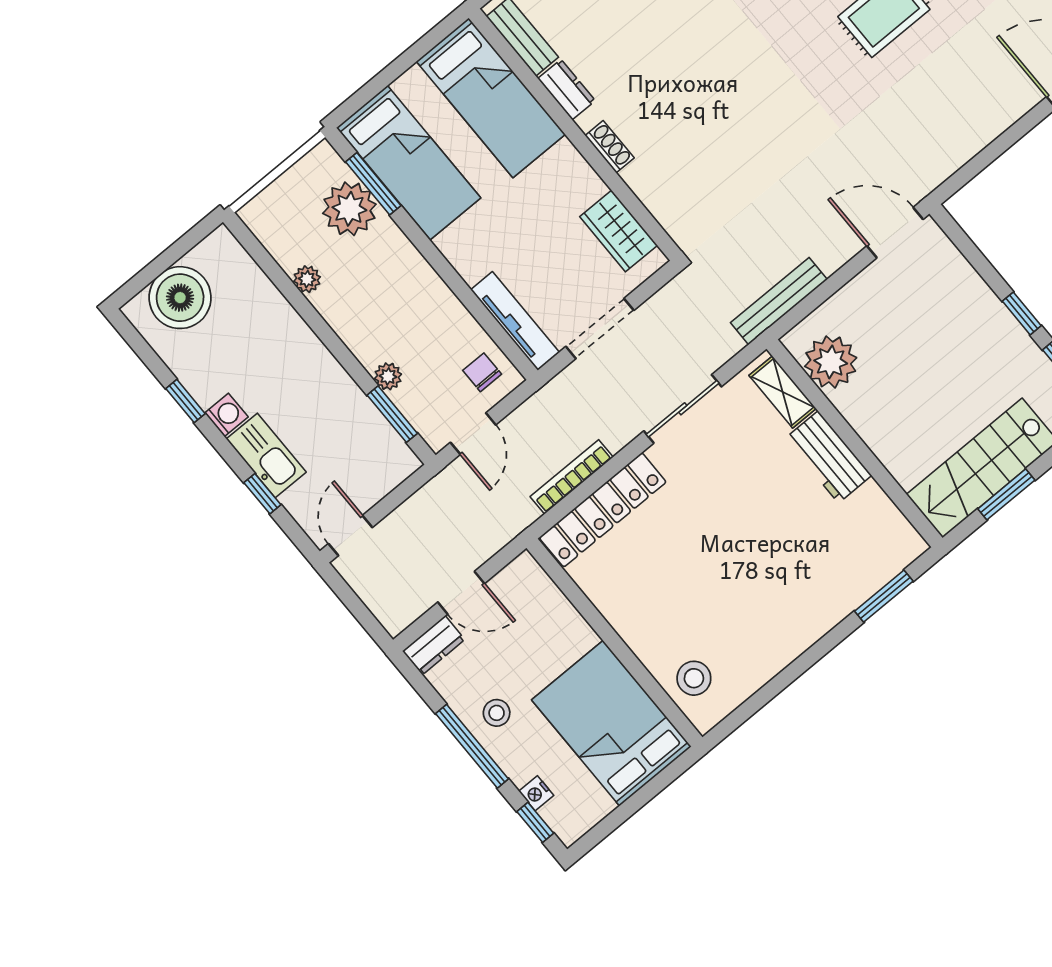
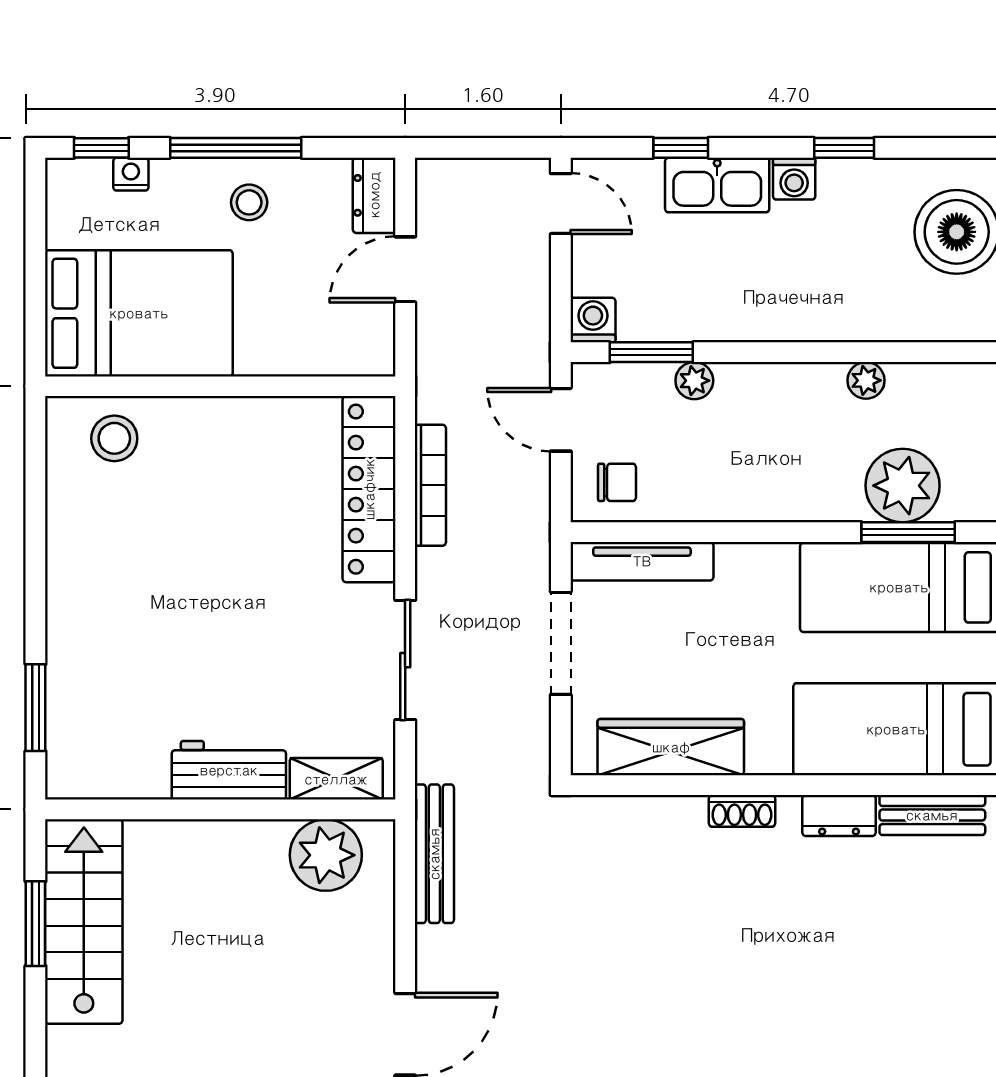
wardrobe: (619, 231) -> (671, 747), width x1.50
washing machine: (401, 462) -> (593, 320), added

